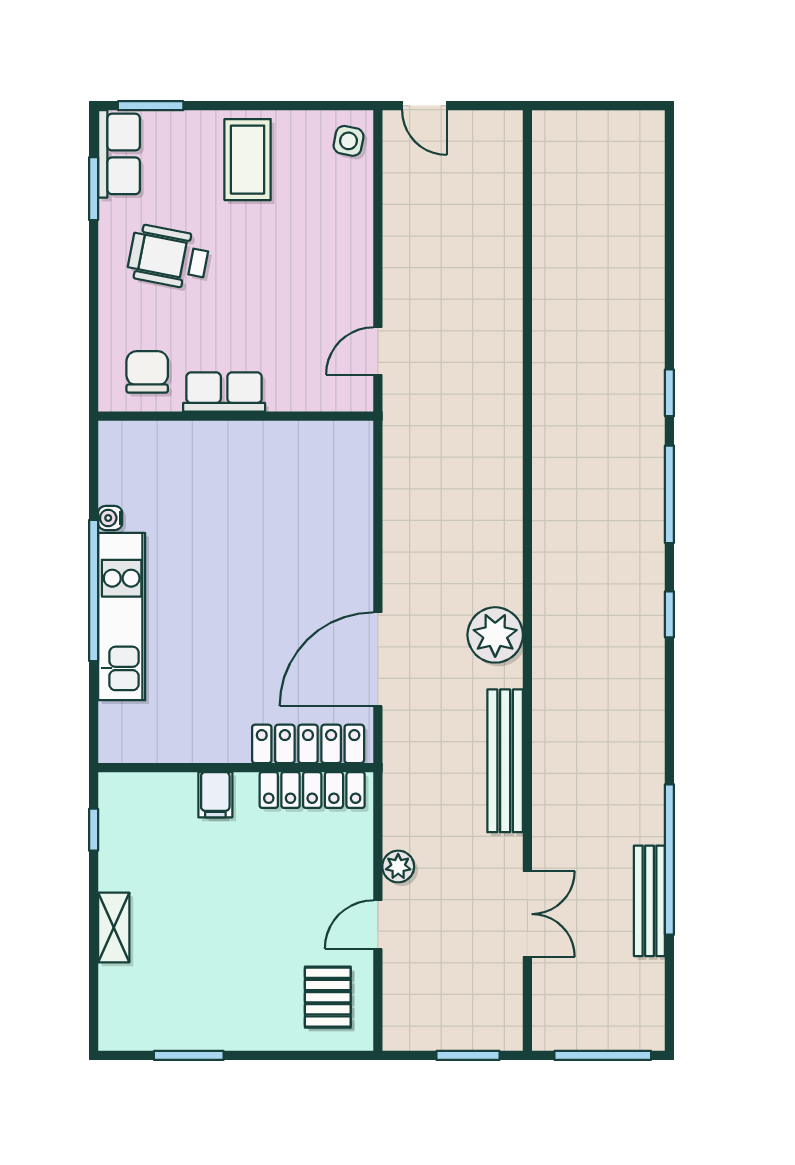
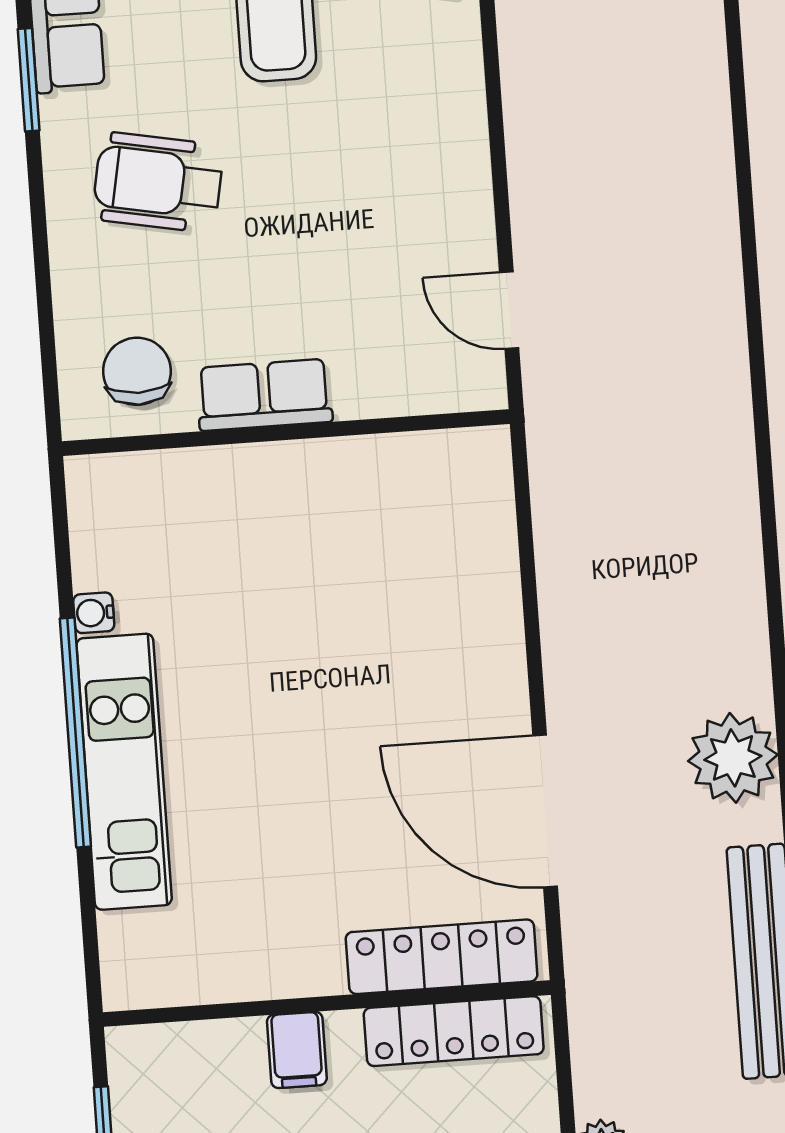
door: (378, 351) -> (509, 310), hinge flipped
door: (378, 659) -> (545, 811), hinge flipped

